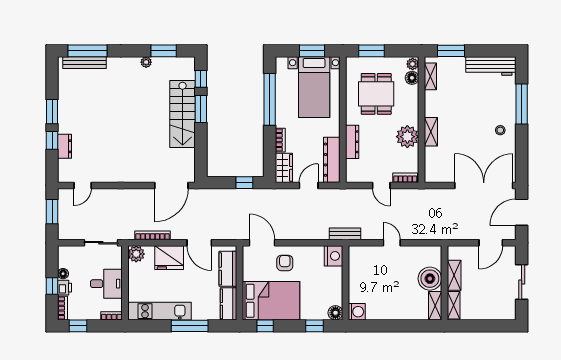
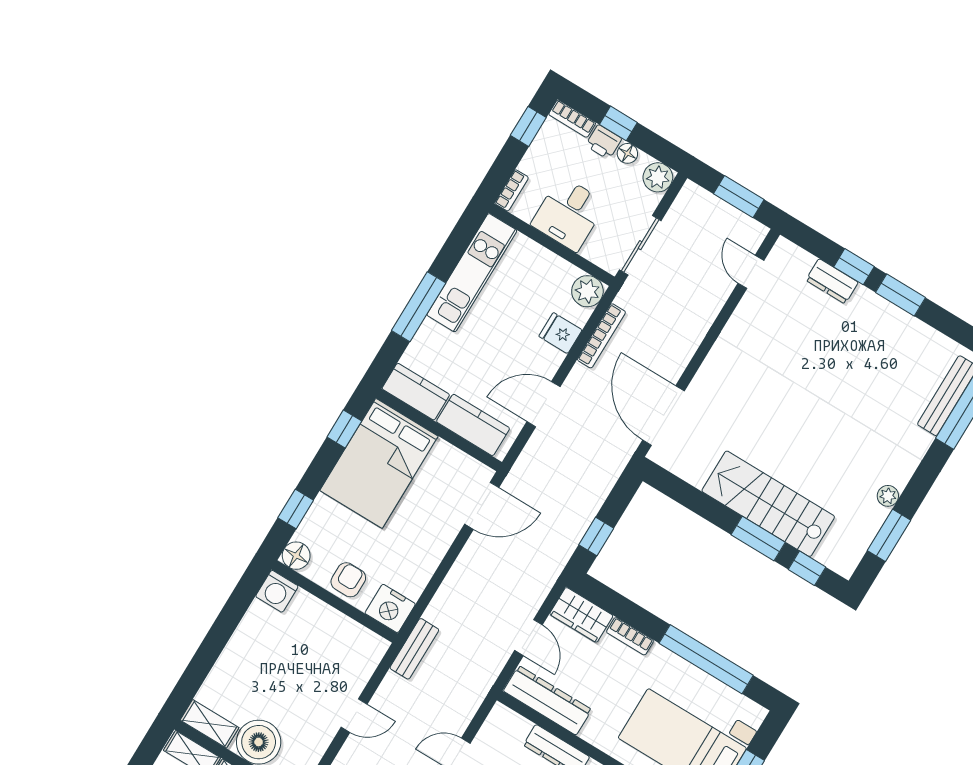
plant: (66, 253) -> (658, 177), added
fridge: (169, 258) -> (560, 333), width x0.53, depth x0.75
armchair: (285, 263) -> (348, 580), moved, turned -90

